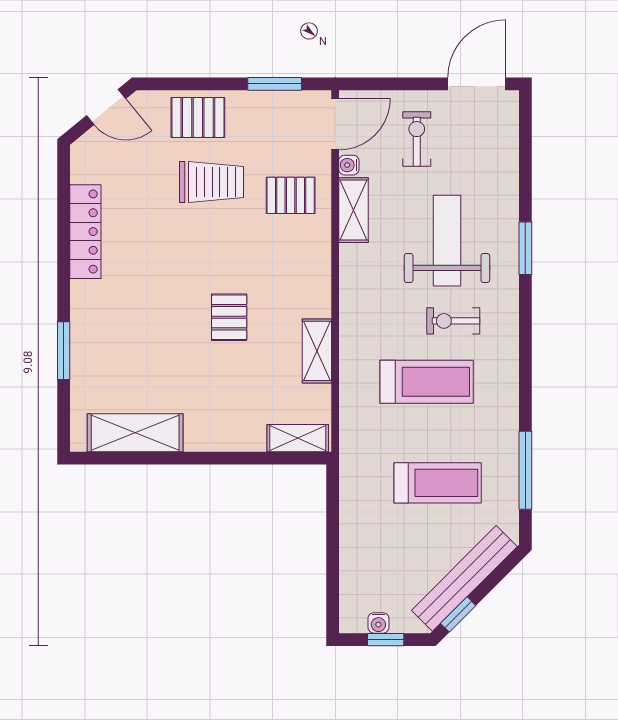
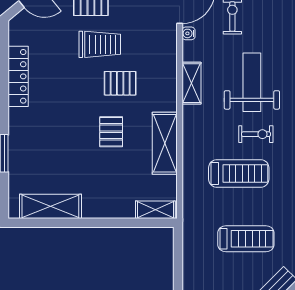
pallet: (291, 195) -> (120, 83), moved
shelving: (353, 210) -> (191, 83), moved
exercise bike: (453, 321) -> (256, 134), turned 180
shelving: (317, 351) -> (165, 143), width x1.50, depth x1.33

